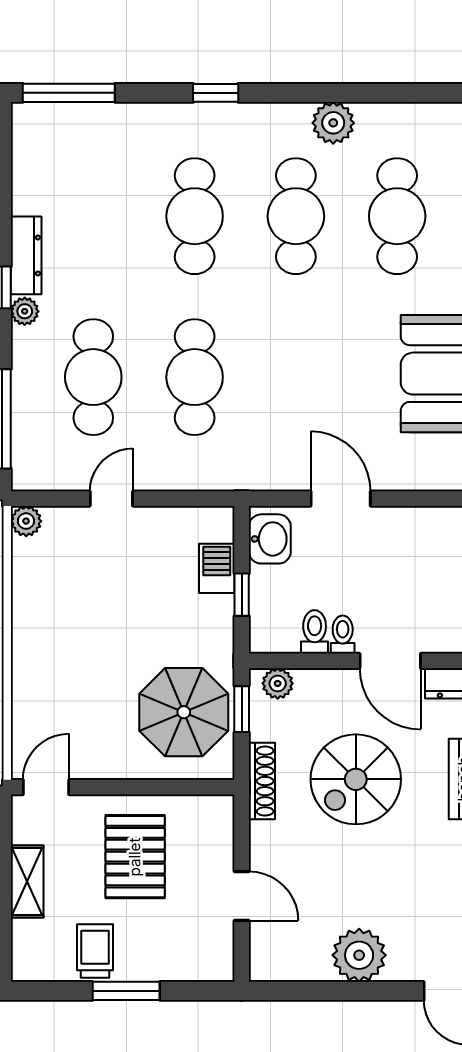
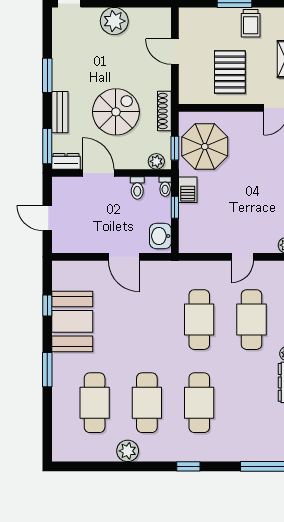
barbecue: (217, 568) -> (188, 190), moved
toilet: (343, 635) -> (165, 187), moved

